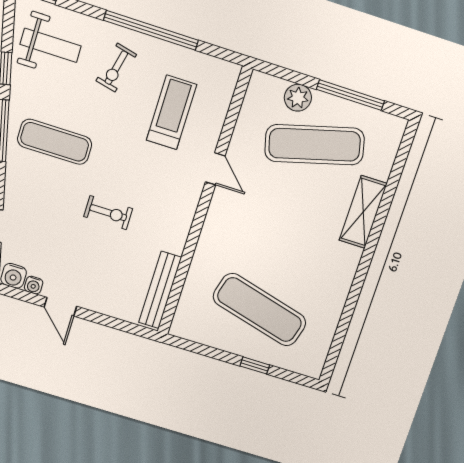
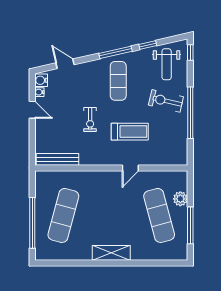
exercise bike: (116, 68) -> (166, 101), width x1.38, depth x1.39
treadmill: (172, 112) -> (130, 132), moved
shelving: (363, 212) -> (111, 253), moved
door: (60, 307) -> (32, 110), swing flipped
window: (255, 365) -> (32, 223), width x3.17

